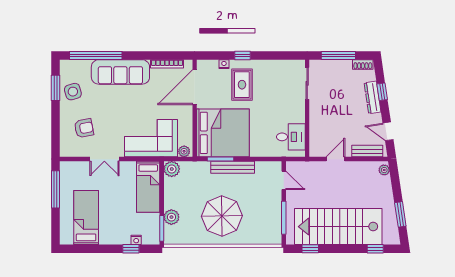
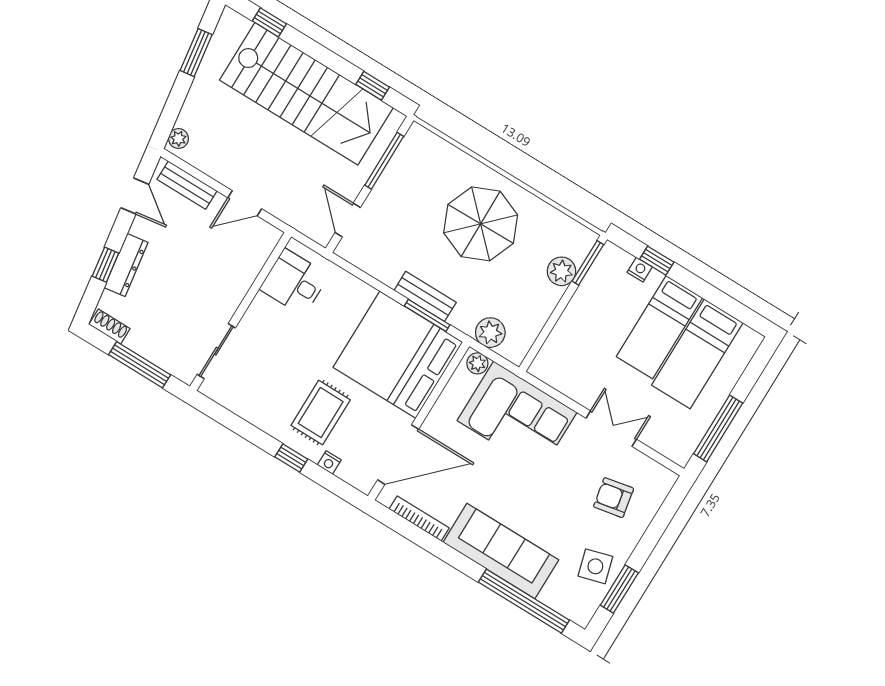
bench: (233, 167) -> (425, 296), width x0.73
plant: (172, 169) -> (490, 333), moved
bed: (148, 187) -> (659, 327), moved, turned 180

